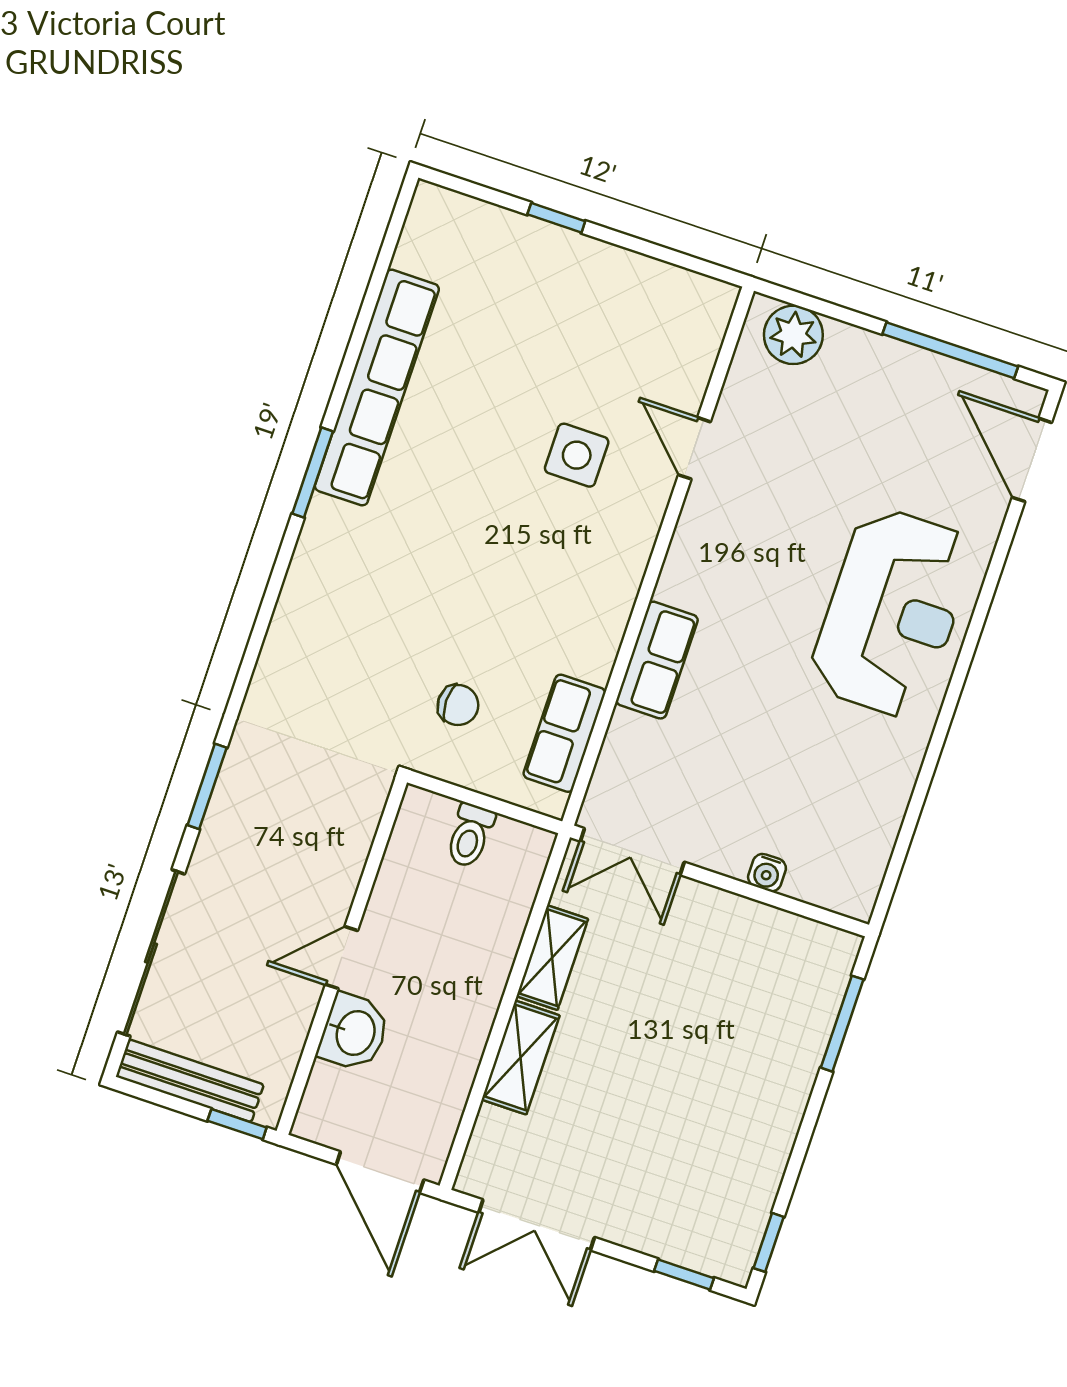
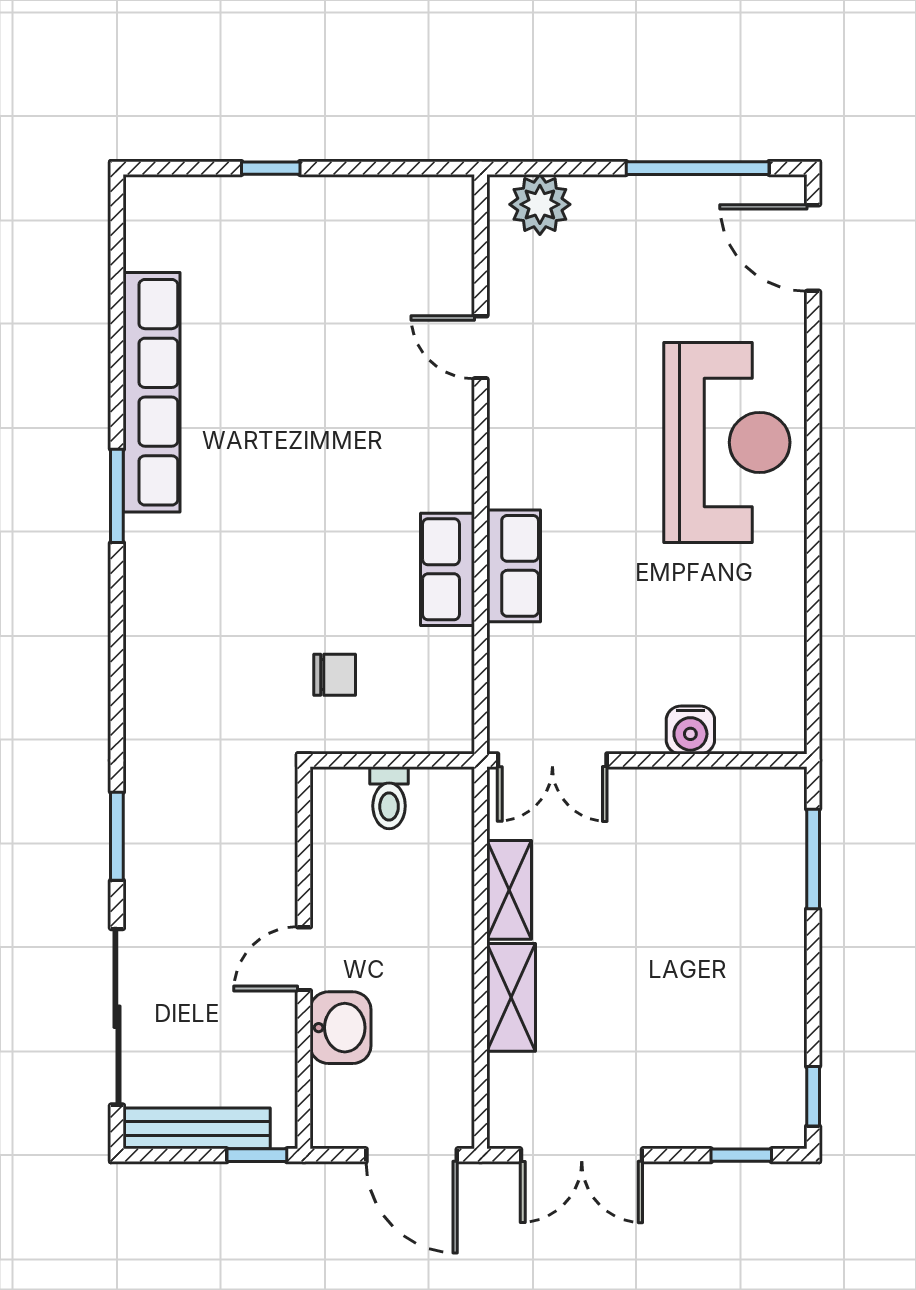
side table: (577, 455) -> (368, 393), removed
row of seats: (564, 733) -> (447, 569), moved
water cooler: (767, 873) -> (690, 730), width x1.38, depth x1.38

